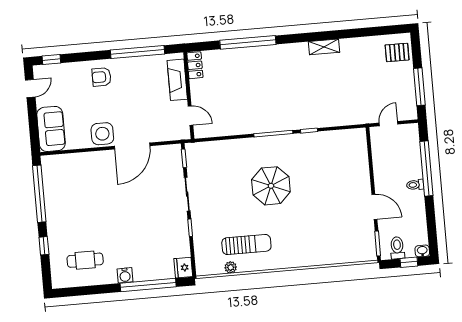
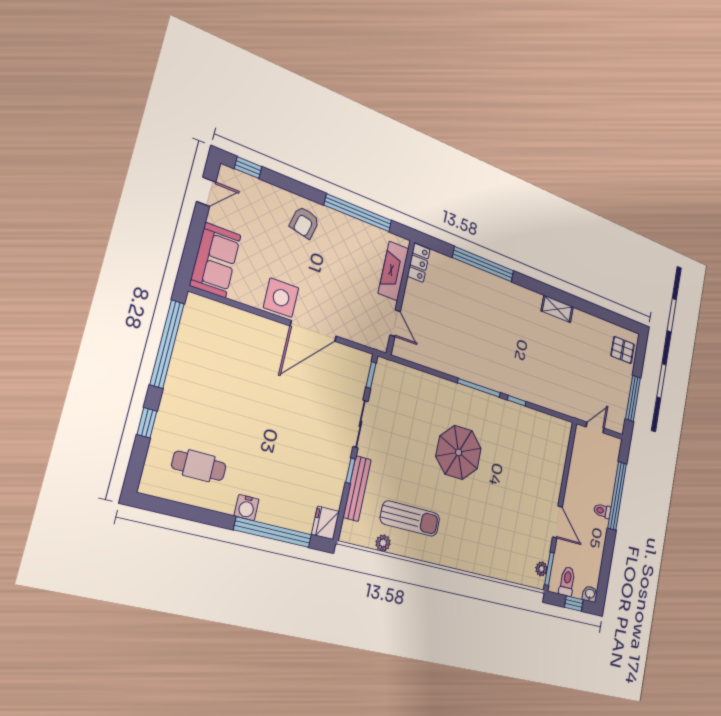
armchair: (101, 77) -> (304, 222), turned -77
bench: (199, 238) -> (357, 488), added
plant: (370, 246) -> (541, 569), added

